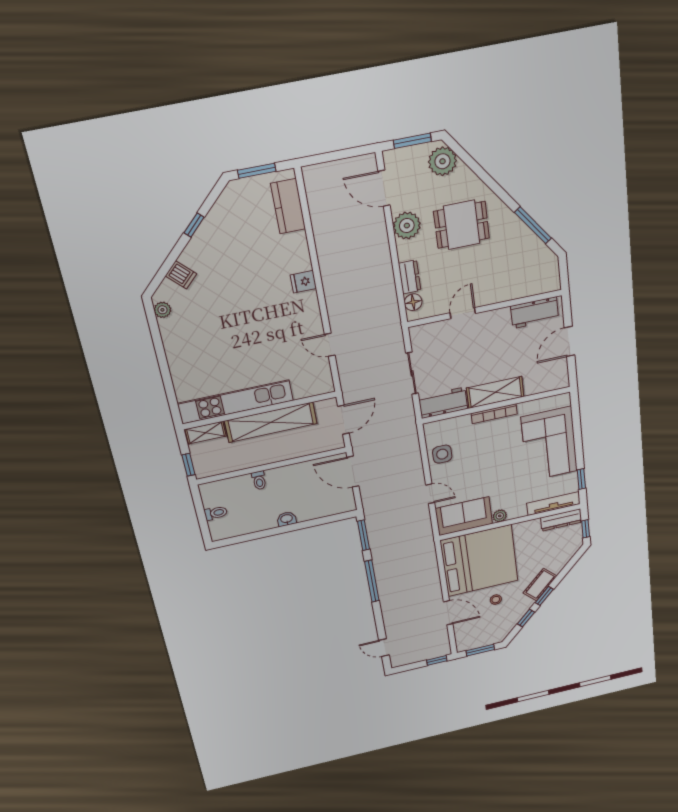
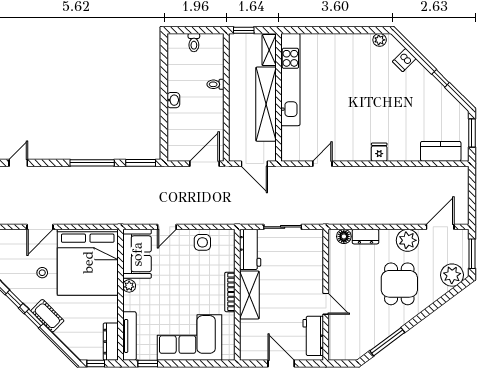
door: (463, 313) -> (326, 304), moved

